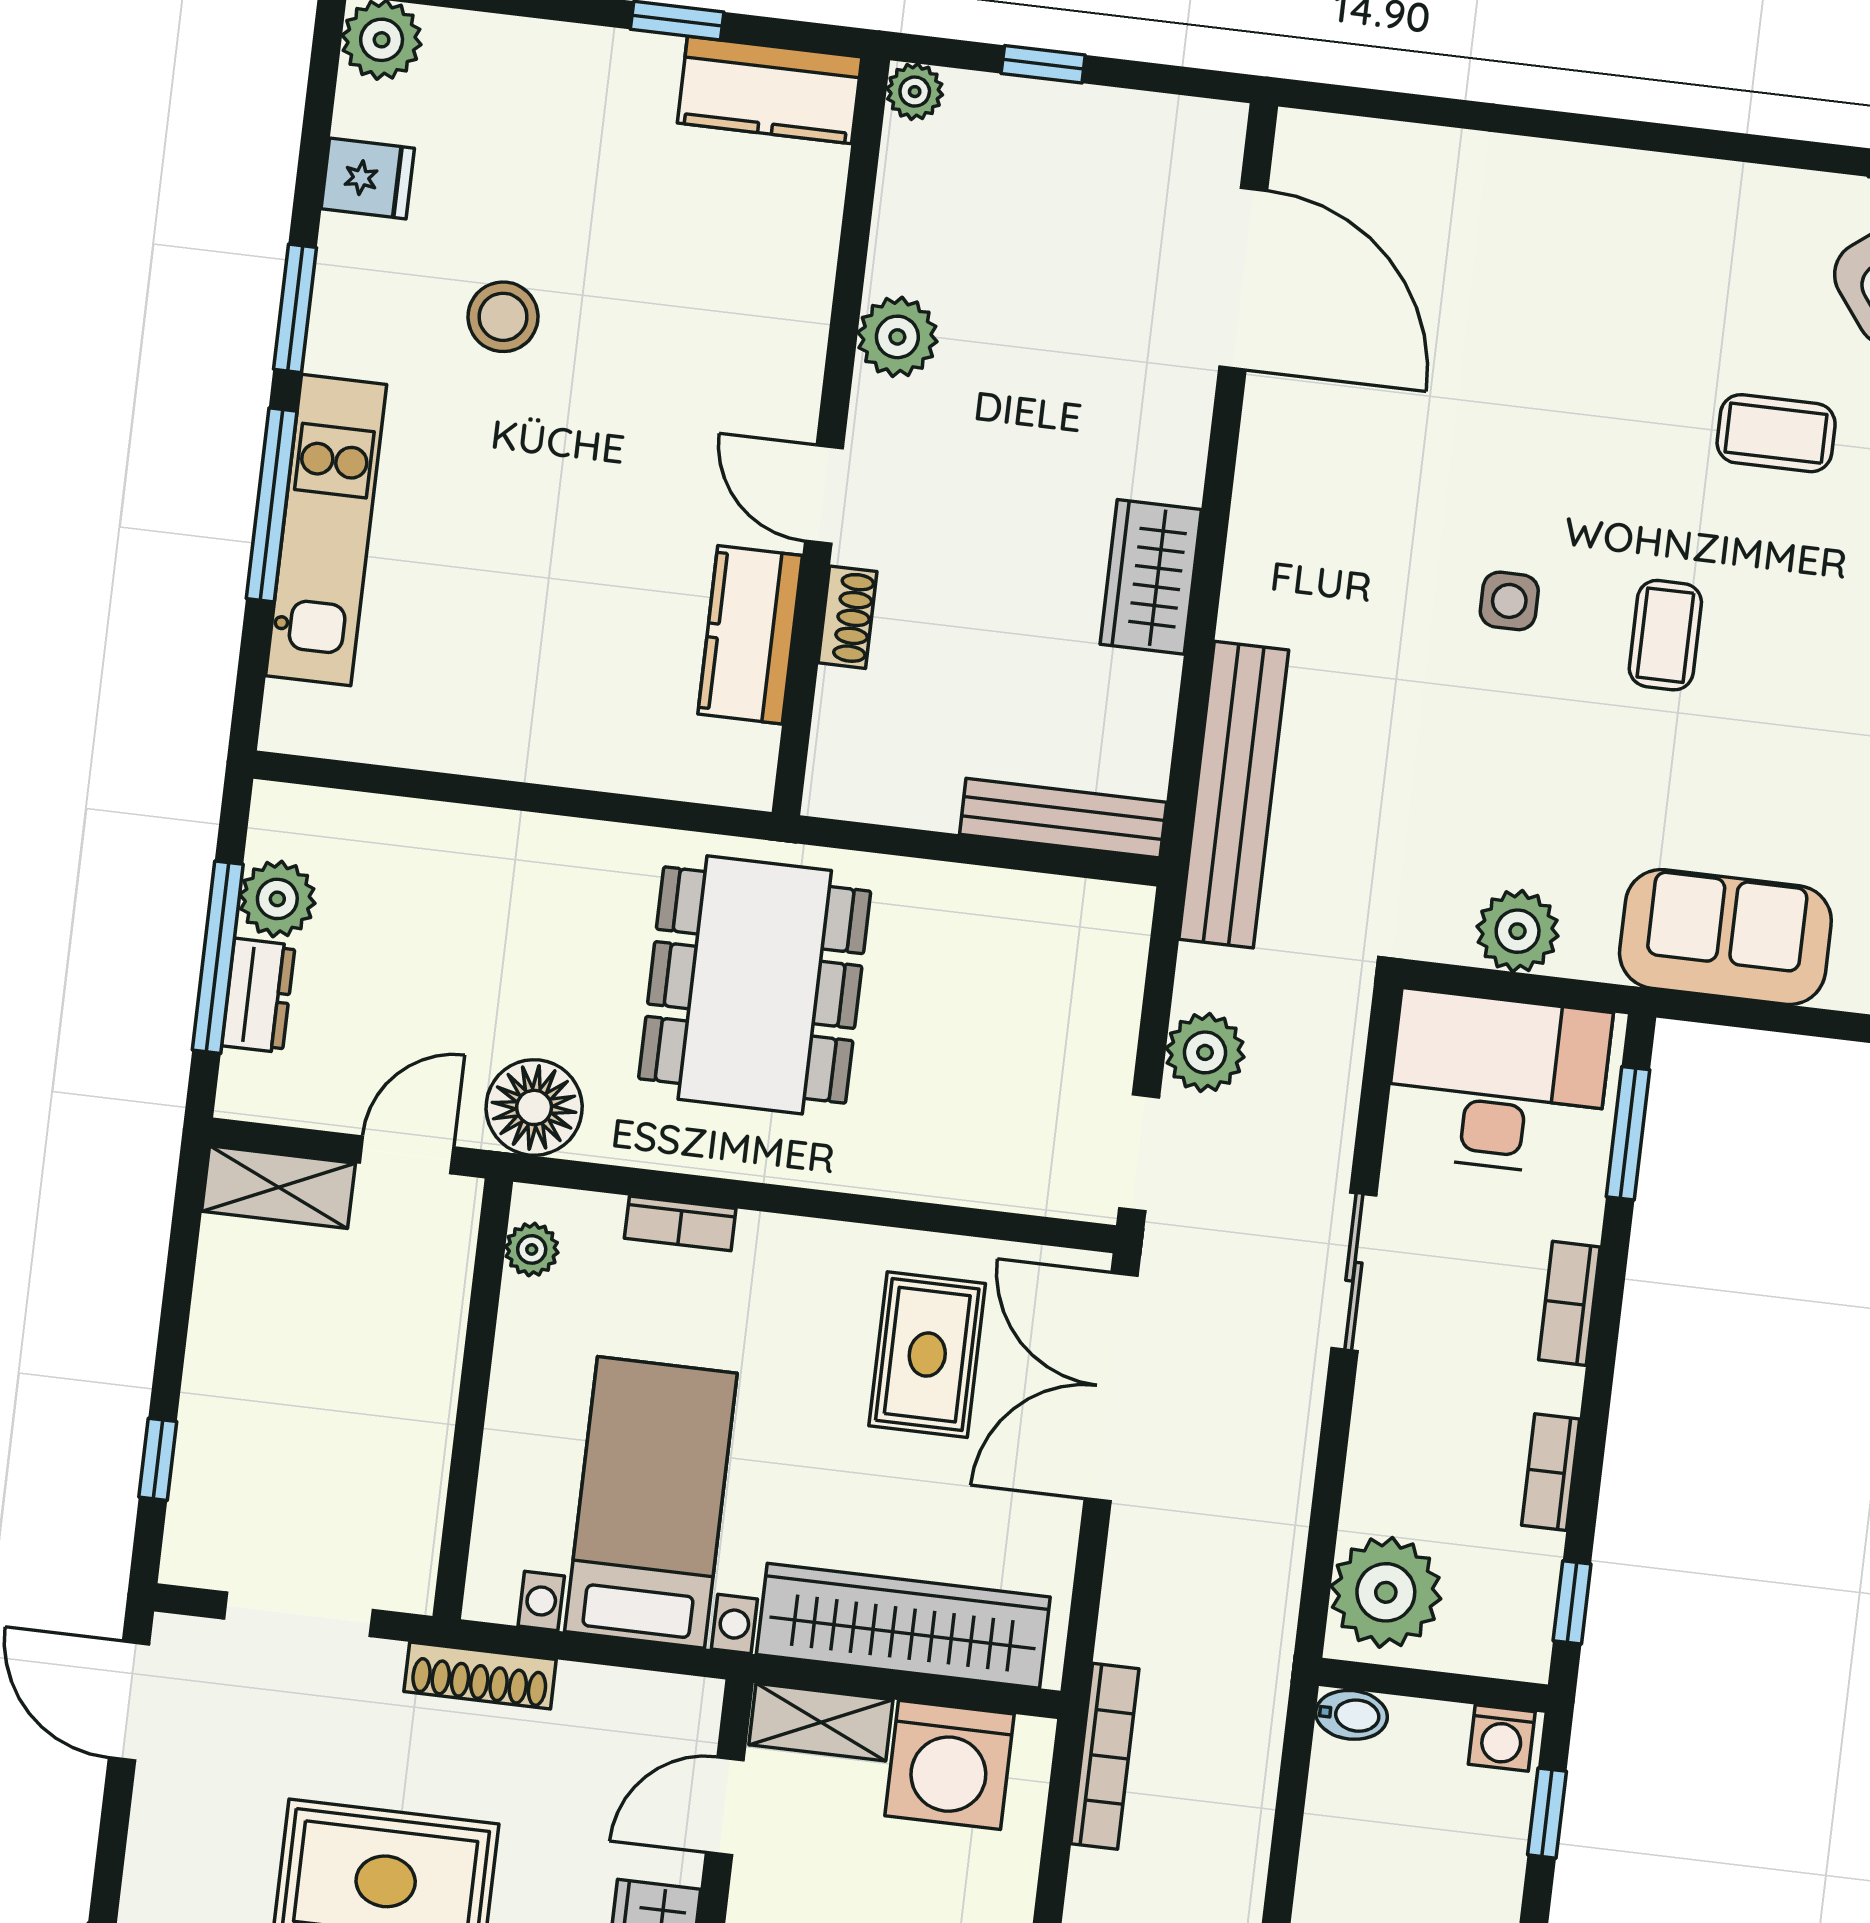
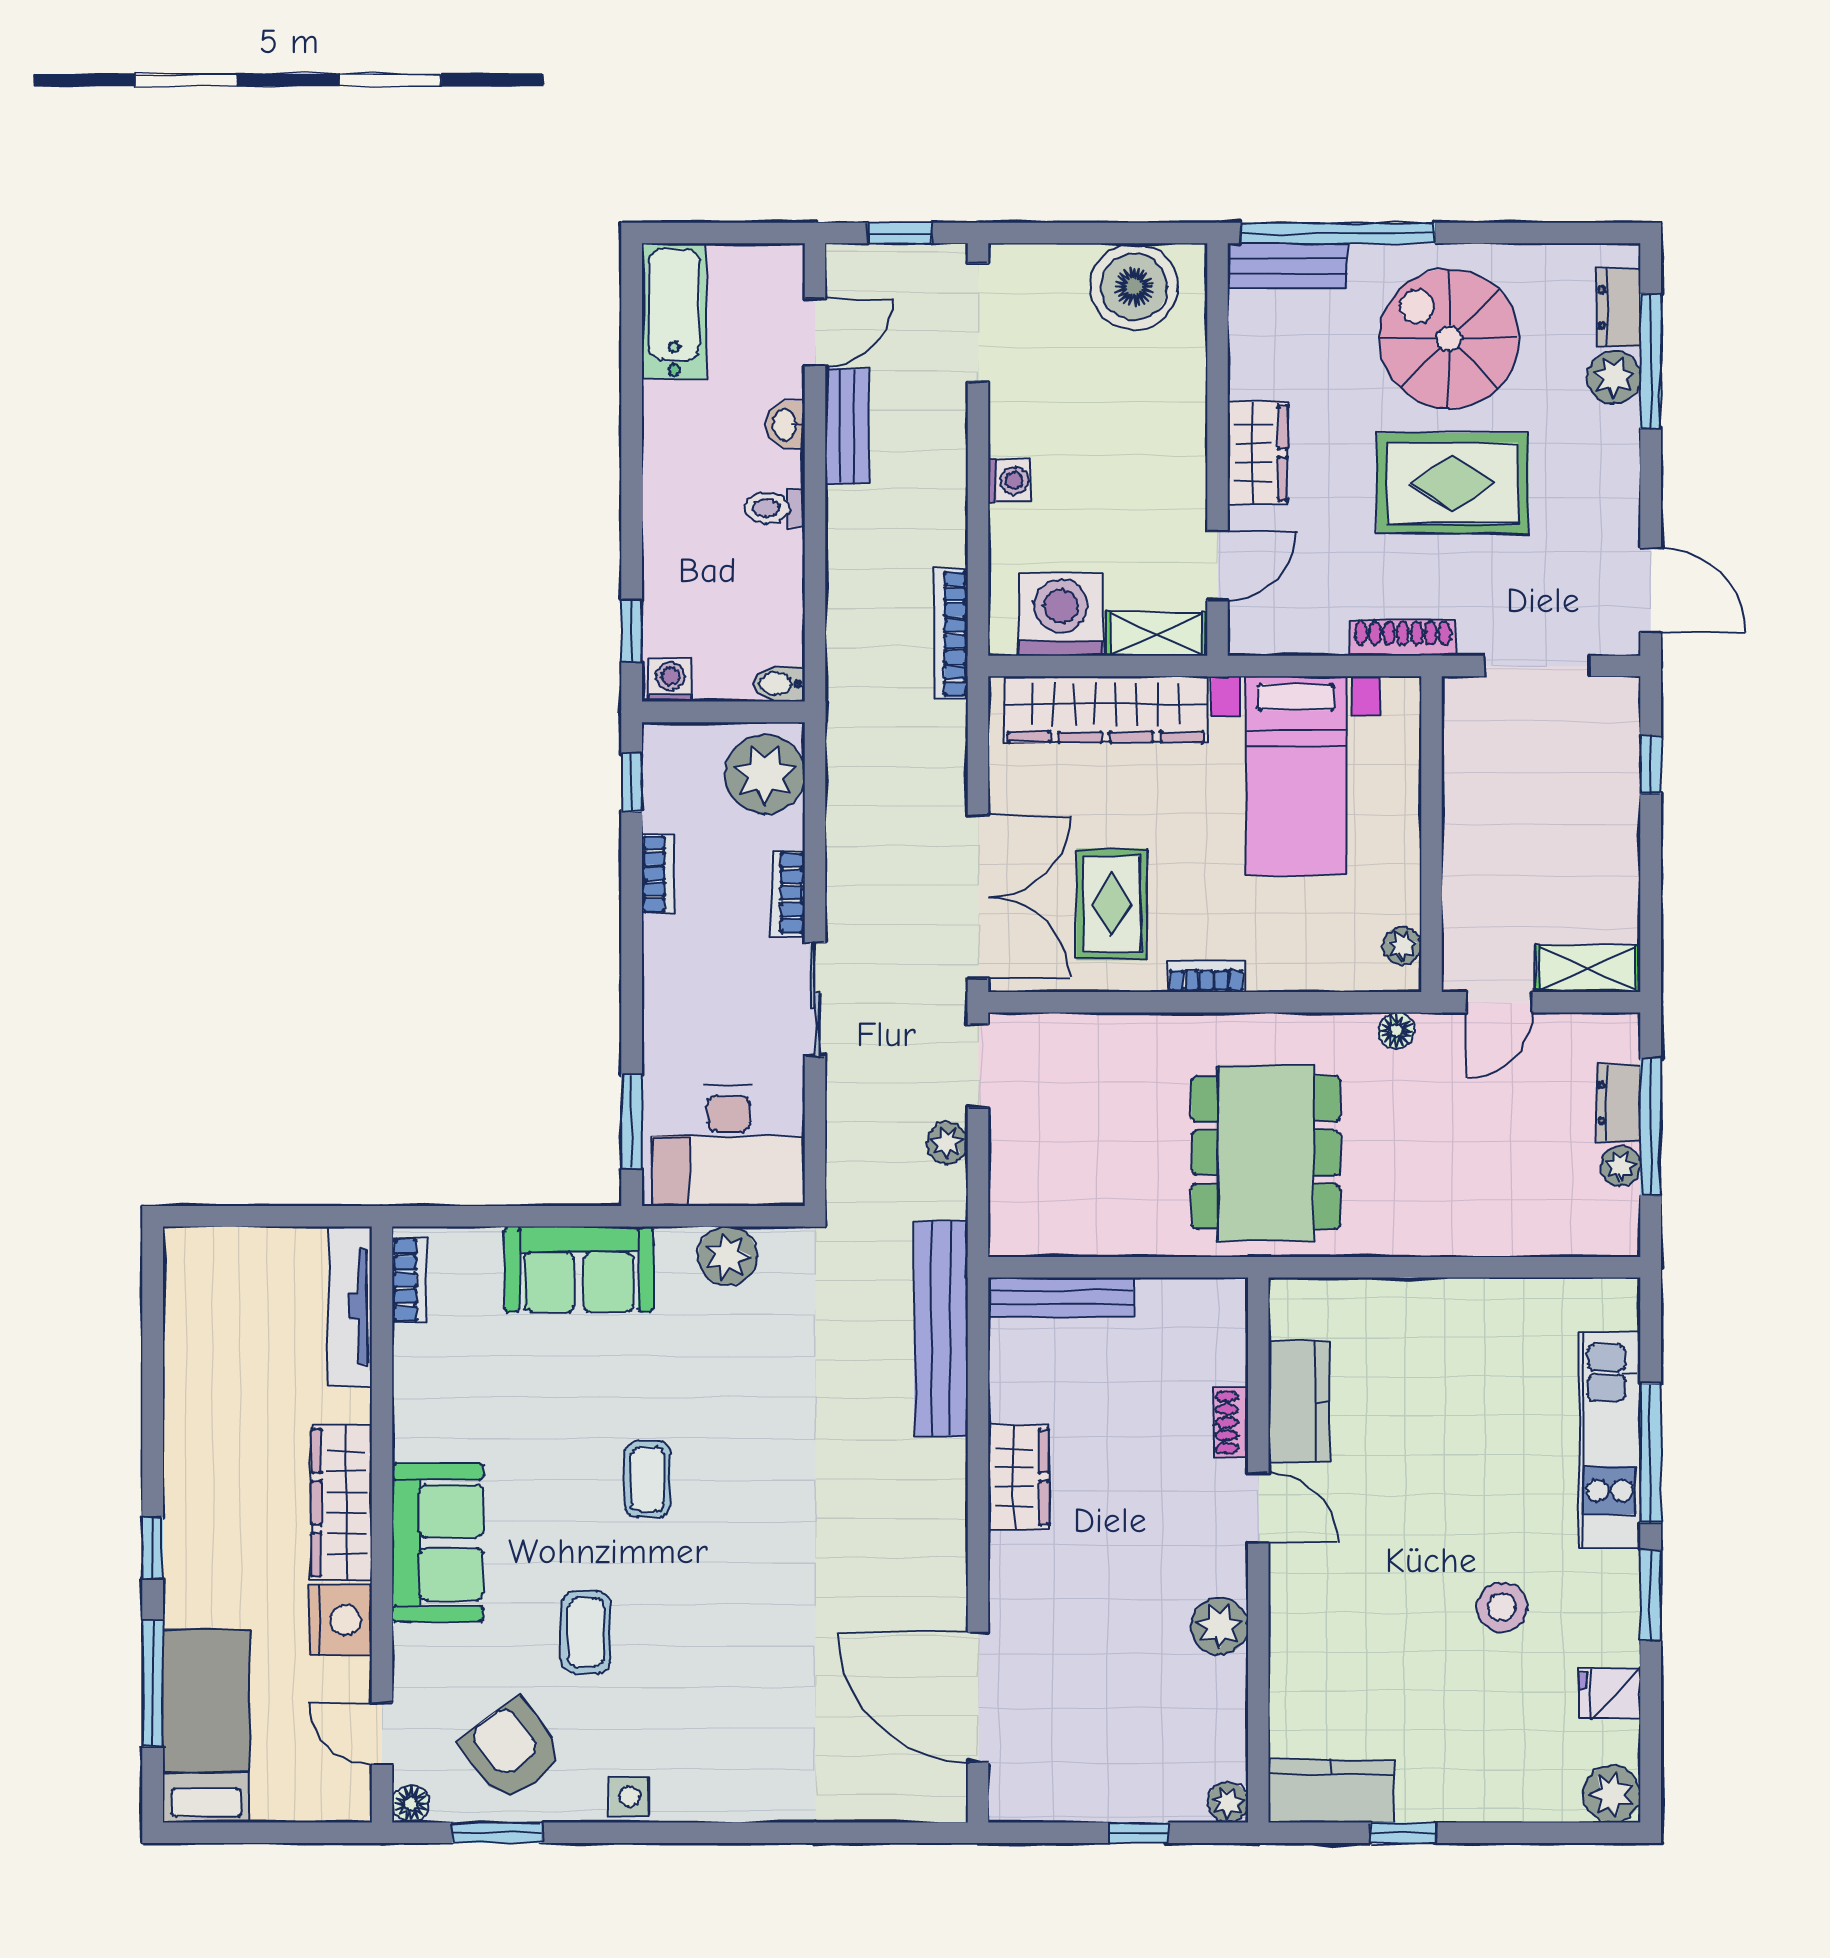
coffee table: (1776, 433) -> (586, 1632), turned 90
side table: (1509, 601) -> (629, 1797), moved
plant: (277, 899) -> (1621, 1166), width x0.73, depth x0.73
plant: (1205, 1052) -> (947, 1143), width x0.73, depth x0.73
floor lamp: (534, 1107) -> (1396, 1031), width x0.53, depth x0.53
bookcase: (680, 1223) -> (1206, 977), moved
bookcase: (1569, 1303) -> (788, 893), moved, turned 180

